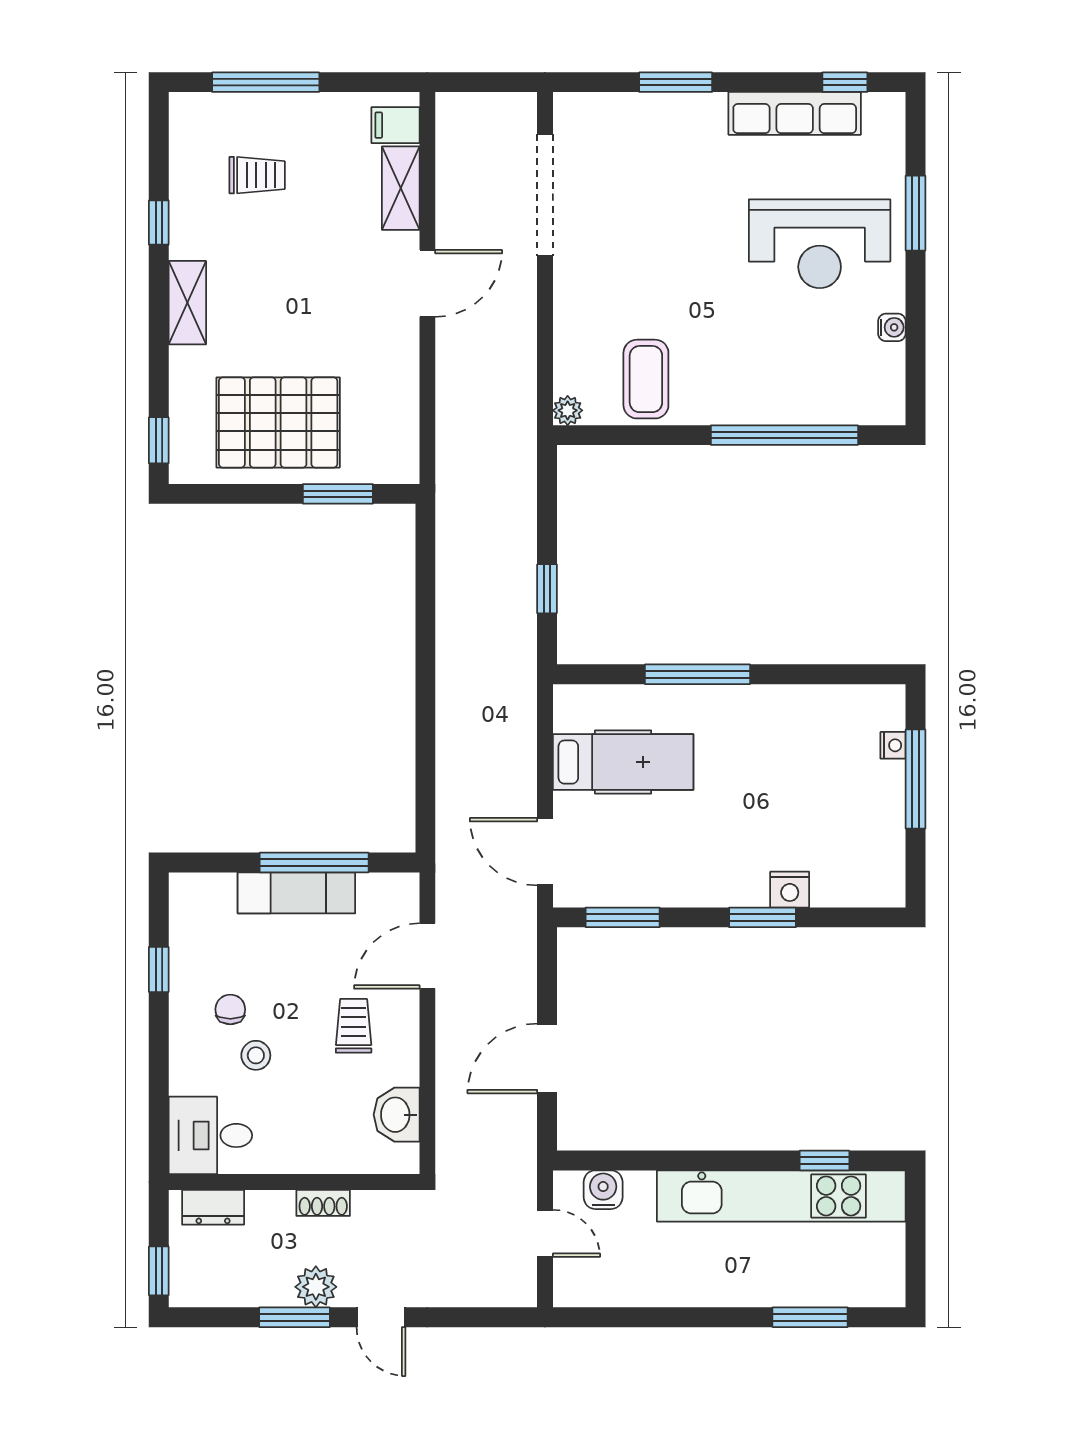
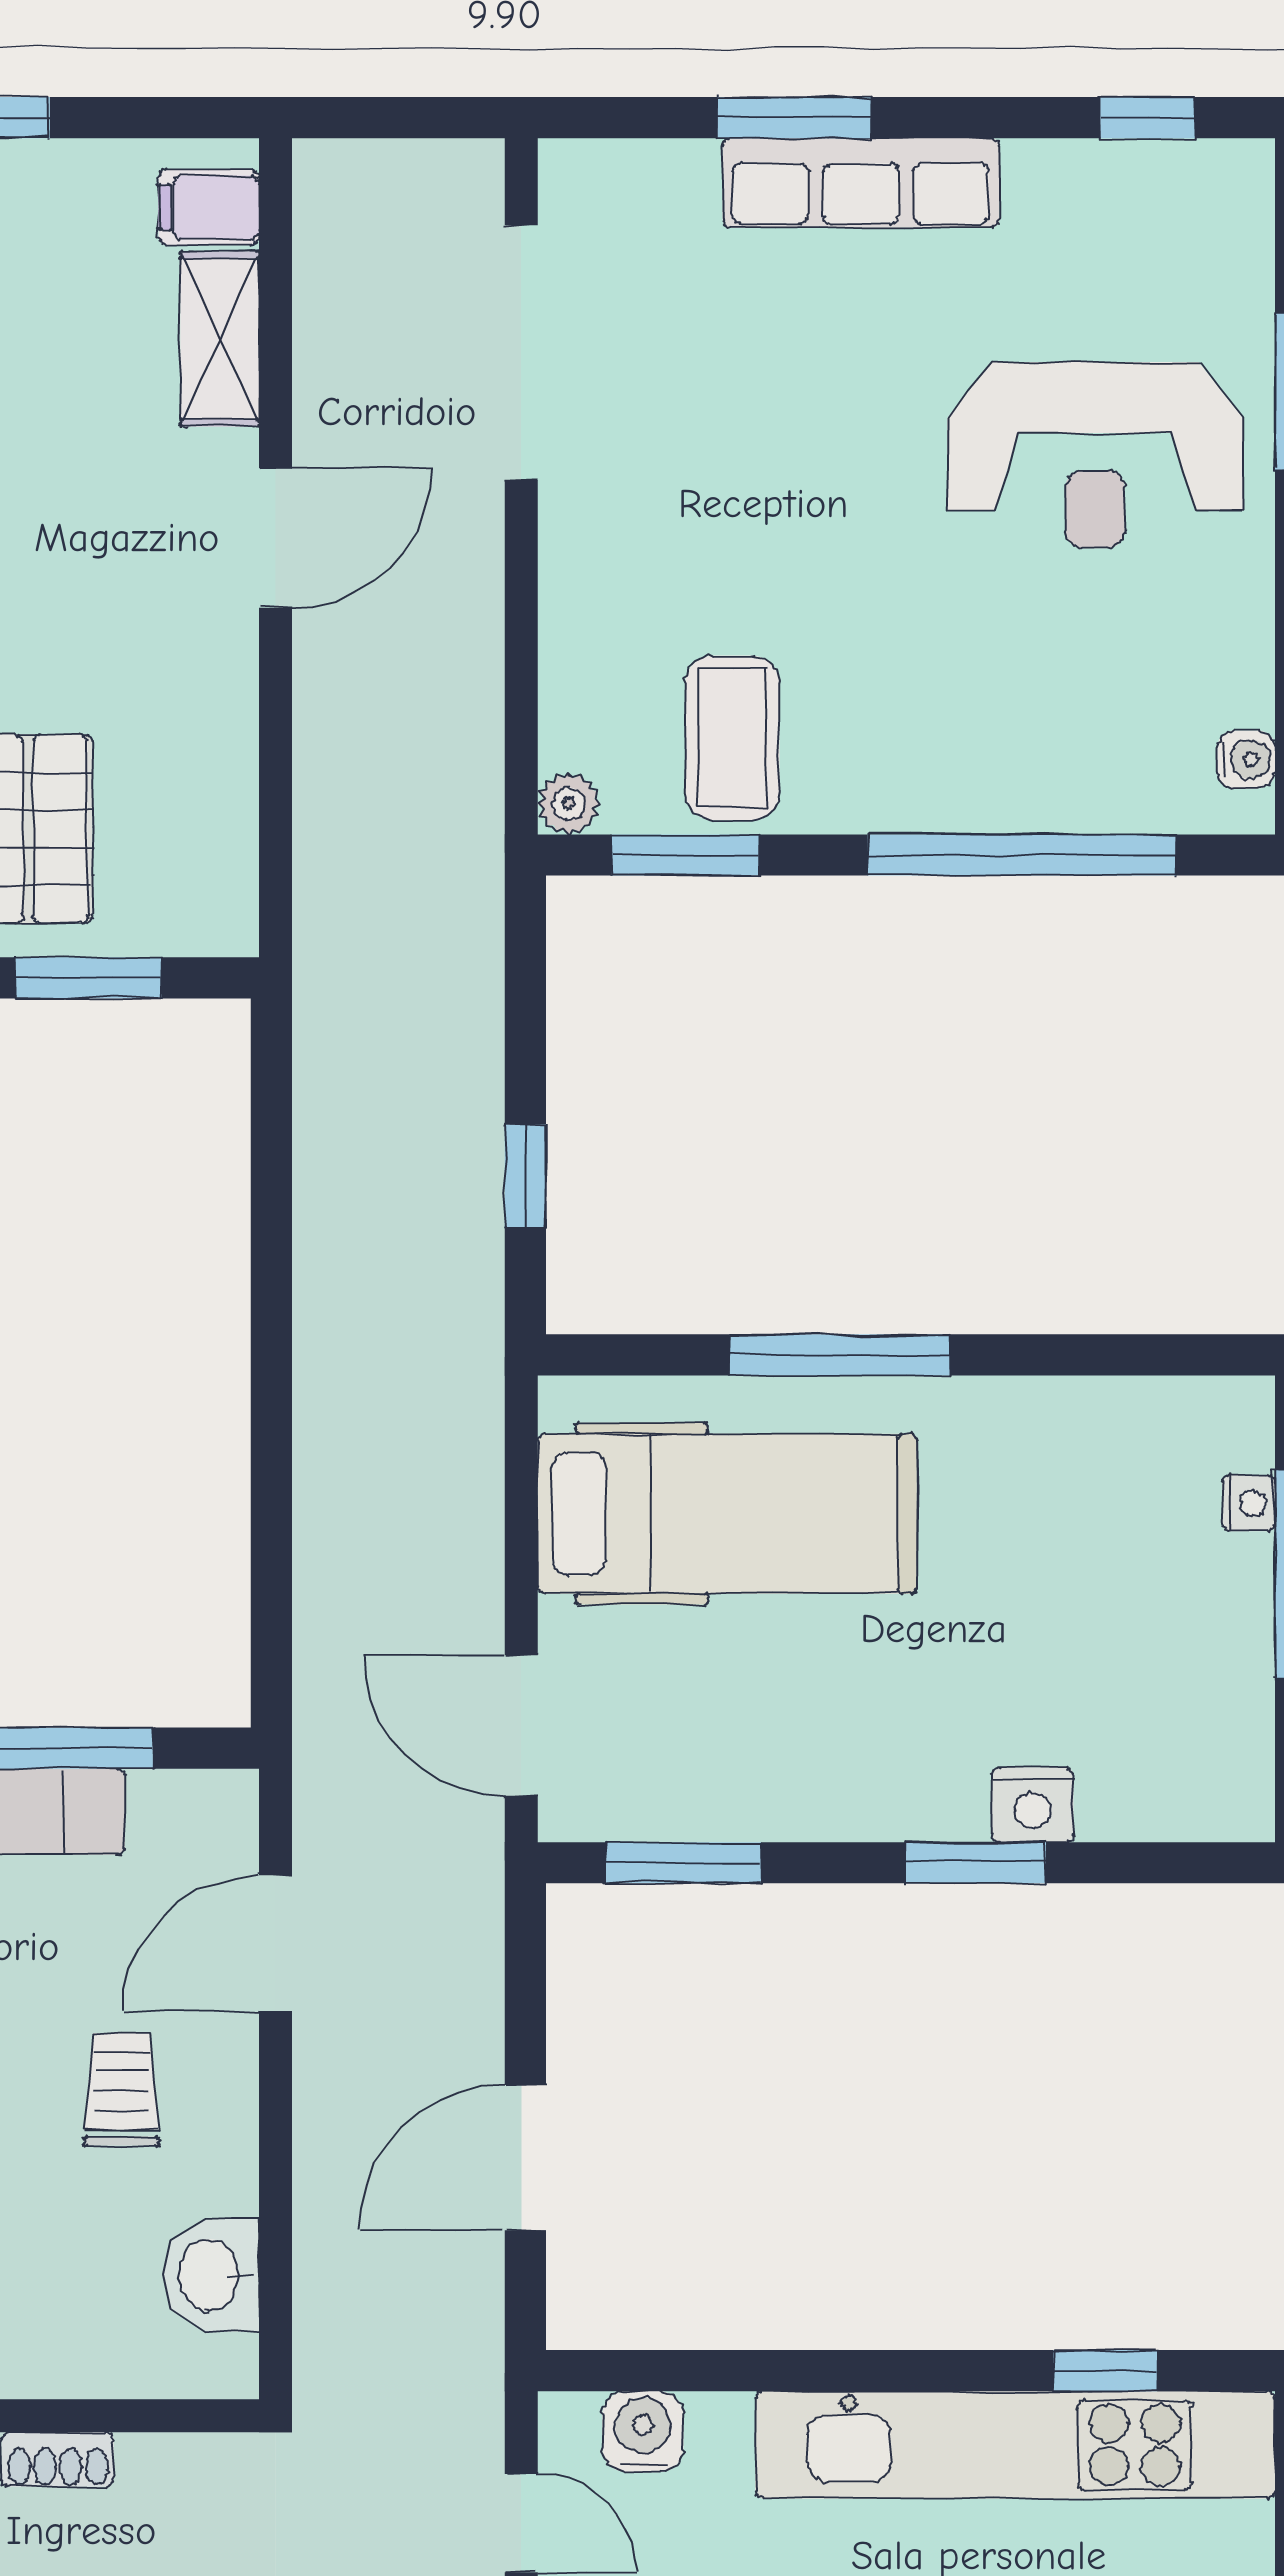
row of seats: (795, 113) -> (861, 183), moved
water cooler: (892, 327) -> (1246, 759), moved
window: (624, 435) -> (686, 855), added
hospital bed: (623, 762) -> (727, 1514), width x1.37, depth x1.29

